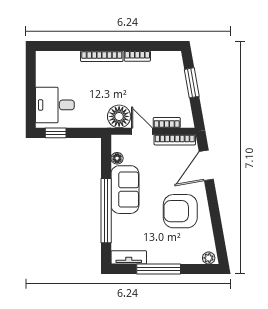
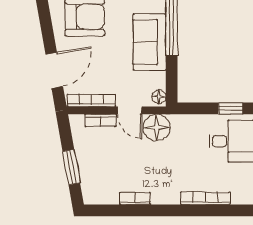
bookcase: (102, 56) -> (205, 198), moved
floor lamp: (117, 158) -> (159, 97), moved

